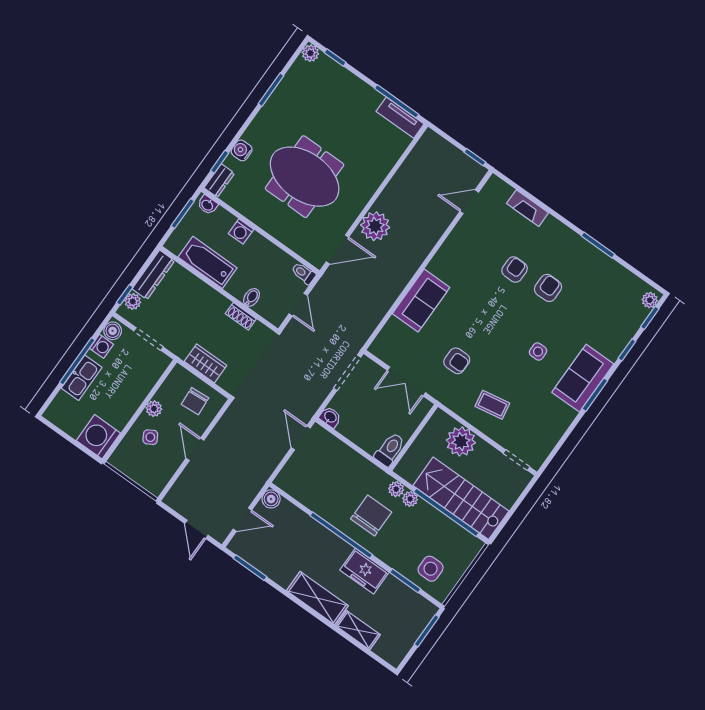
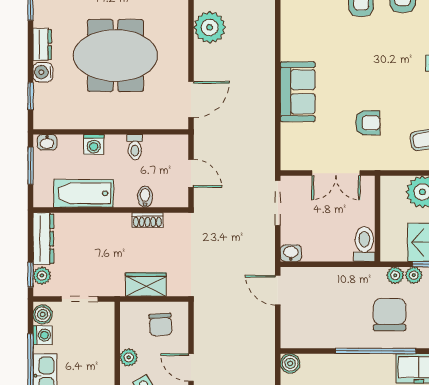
dresser: (219, 181) -> (42, 44), moved
plant: (375, 226) -> (210, 27), moved
toilet: (303, 273) -> (135, 147), moved, turned -90

